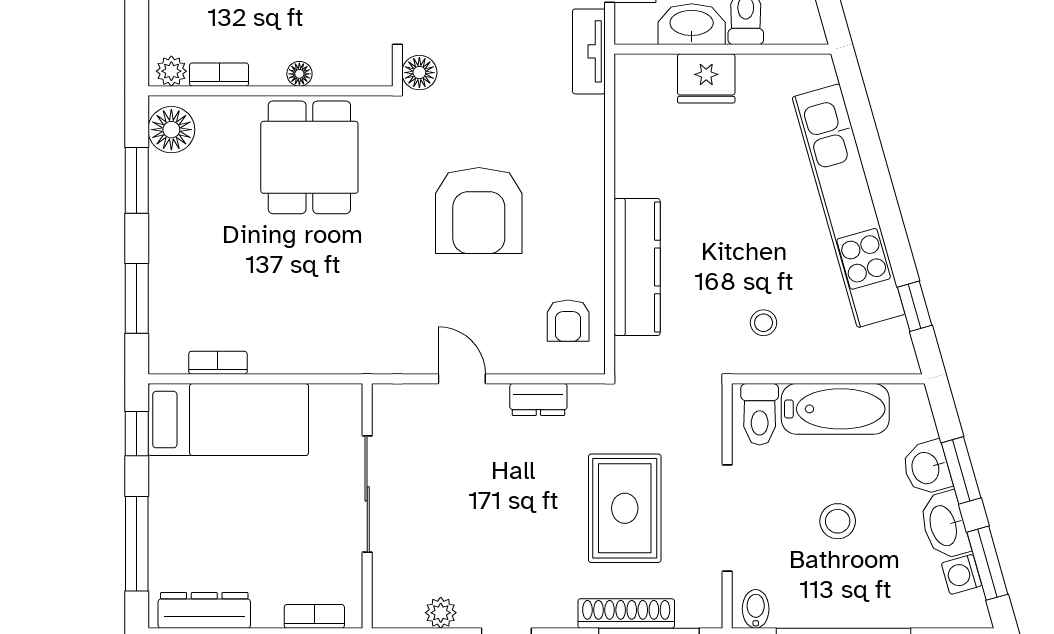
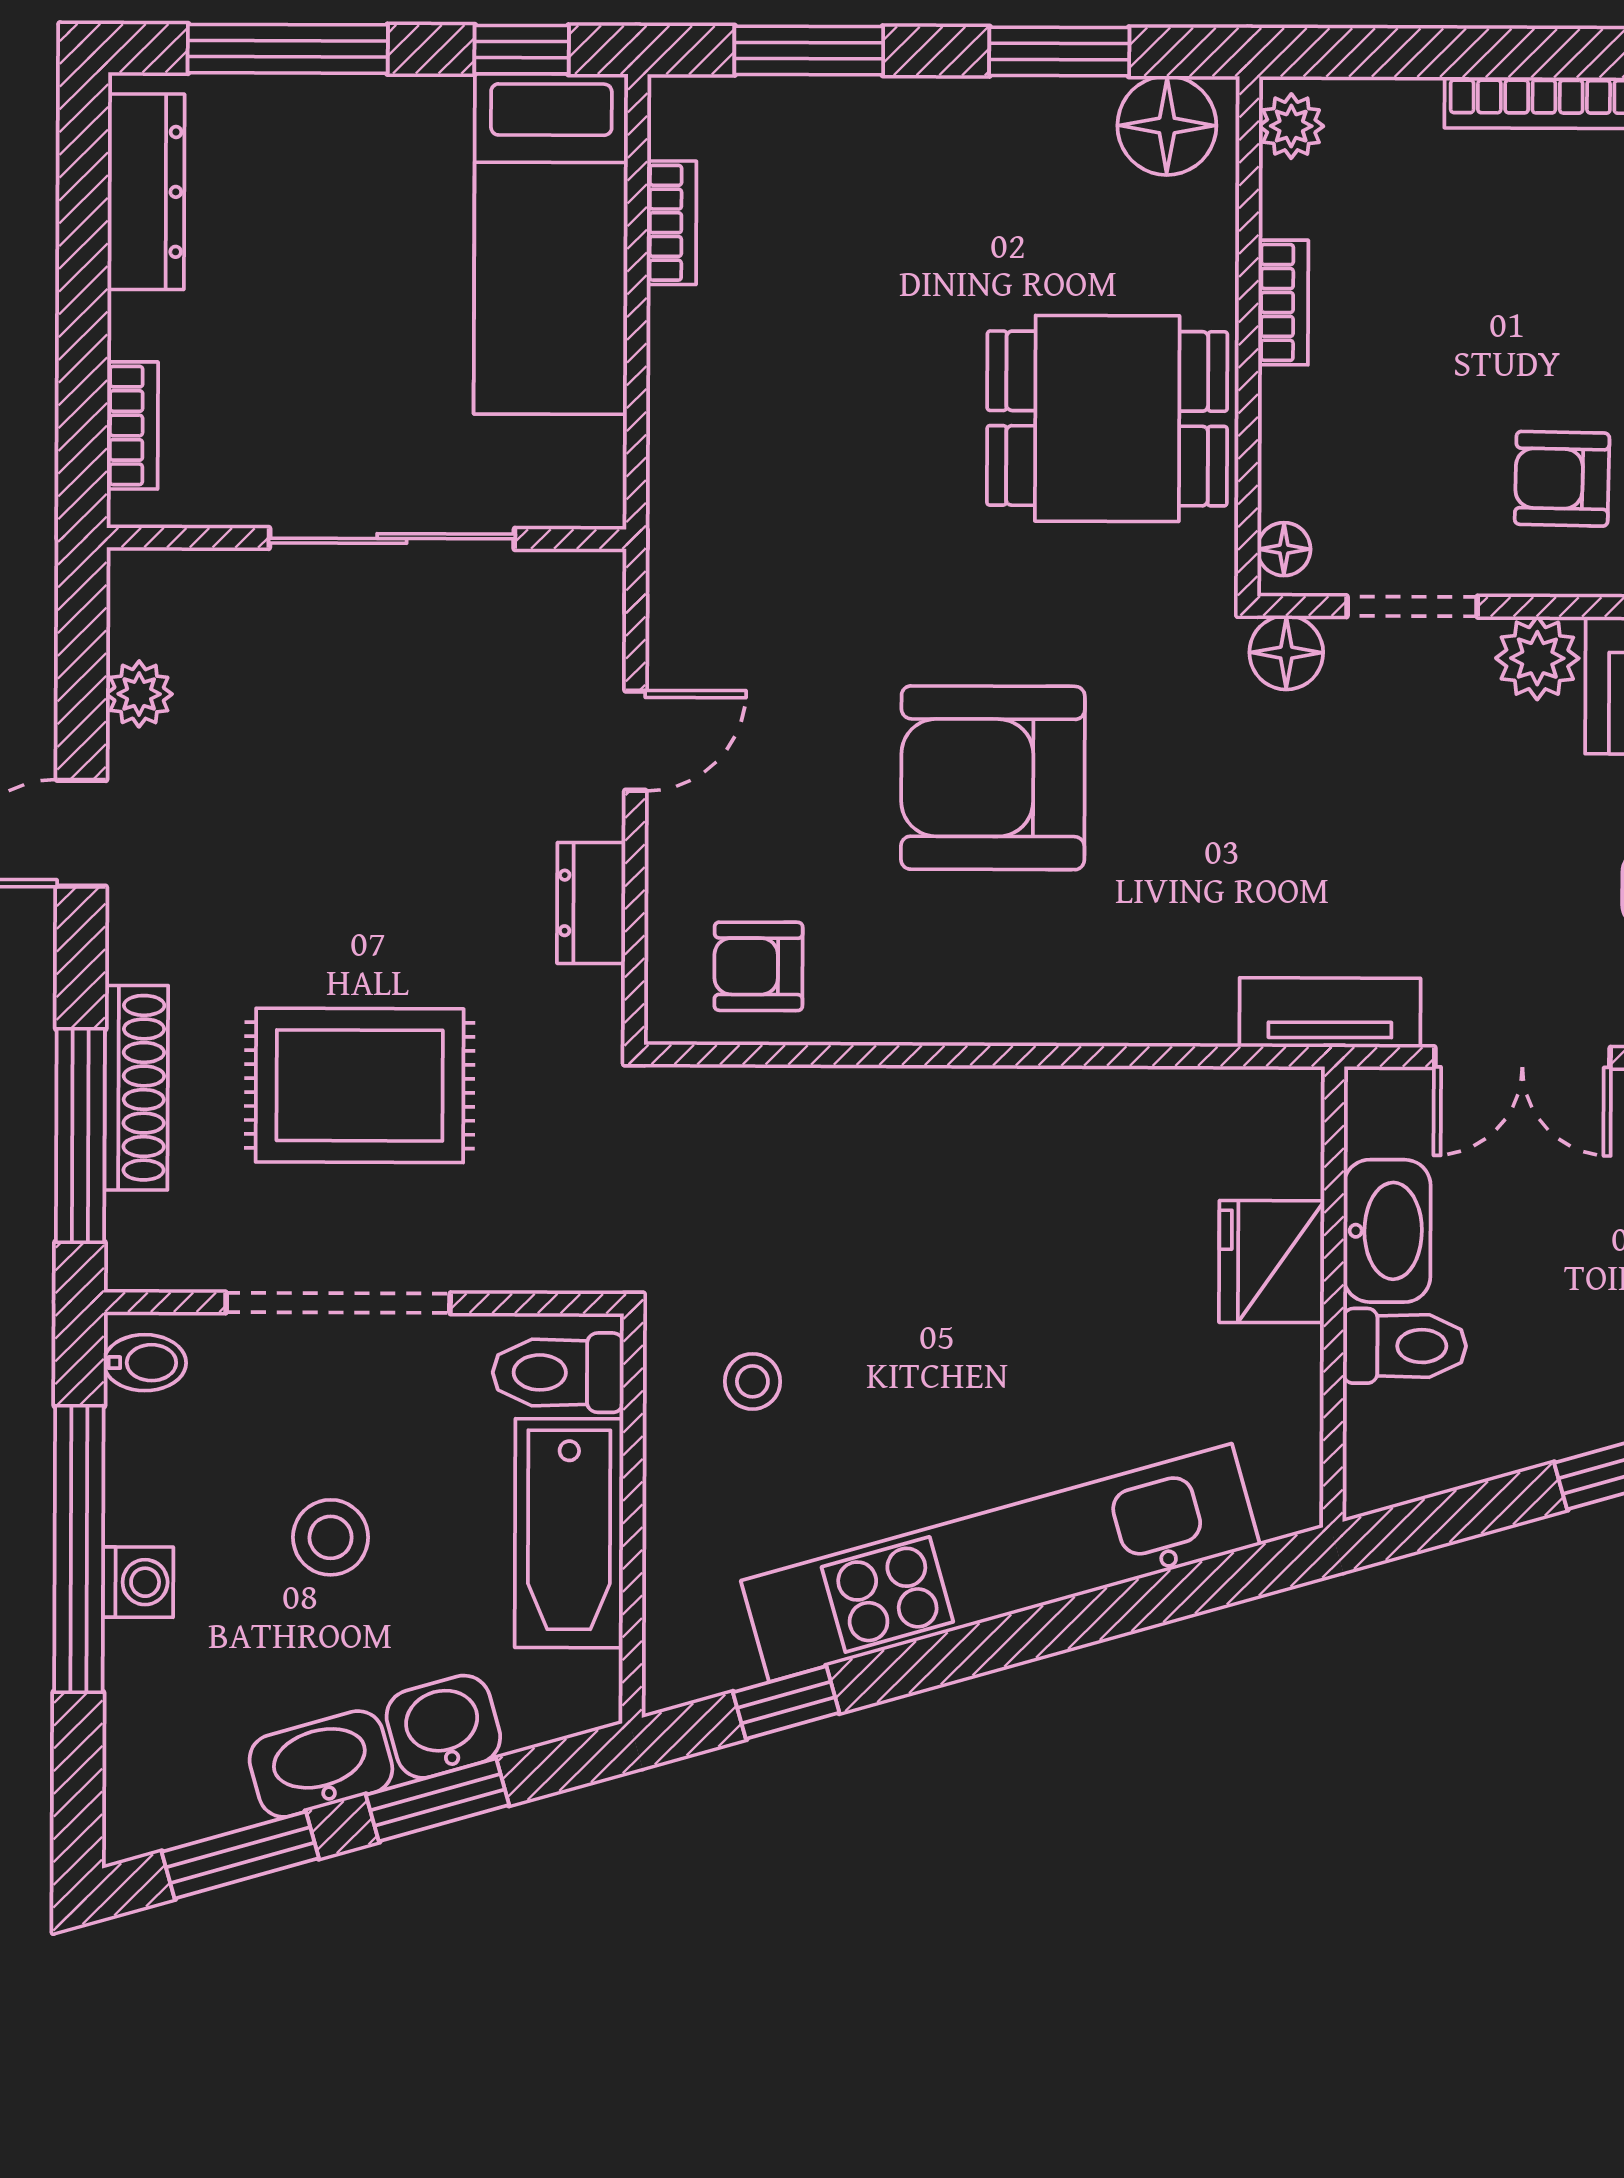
floor lamp: (299, 74) -> (1284, 549), moved
bookcase: (219, 75) -> (1283, 302), moved
kitchen counter: (637, 267) -> (872, 1113), removed
washing machine: (962, 574) -> (138, 1582), moved, turned 106

